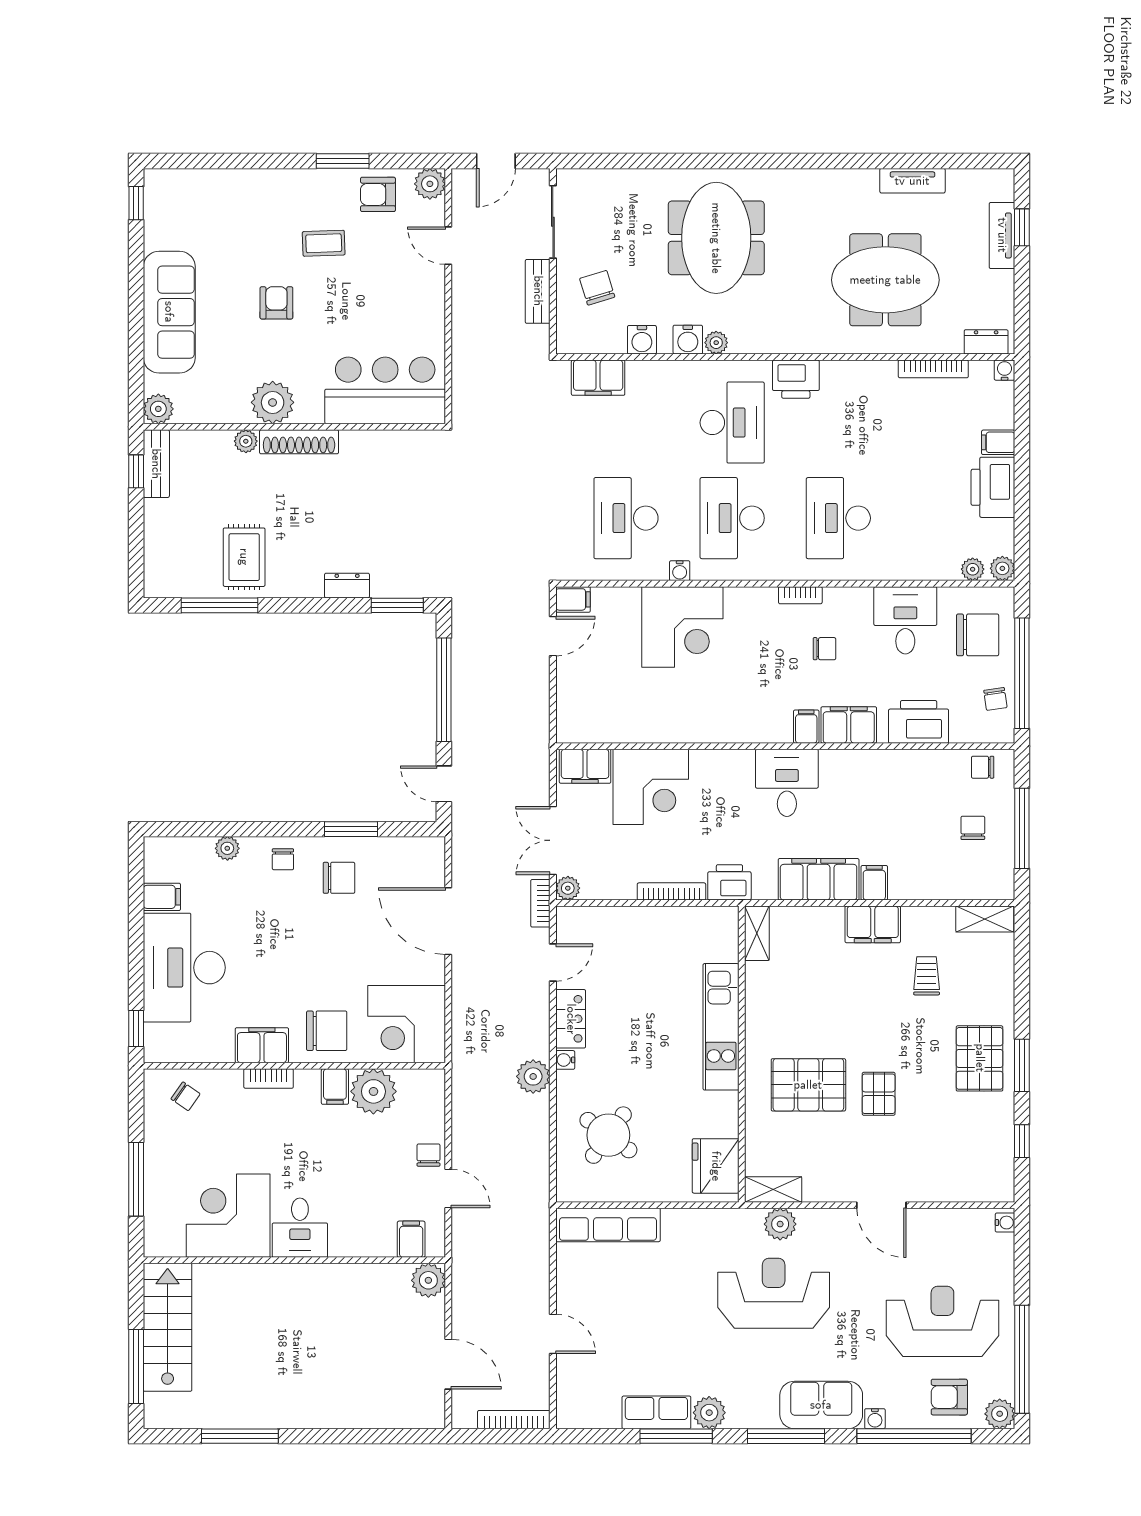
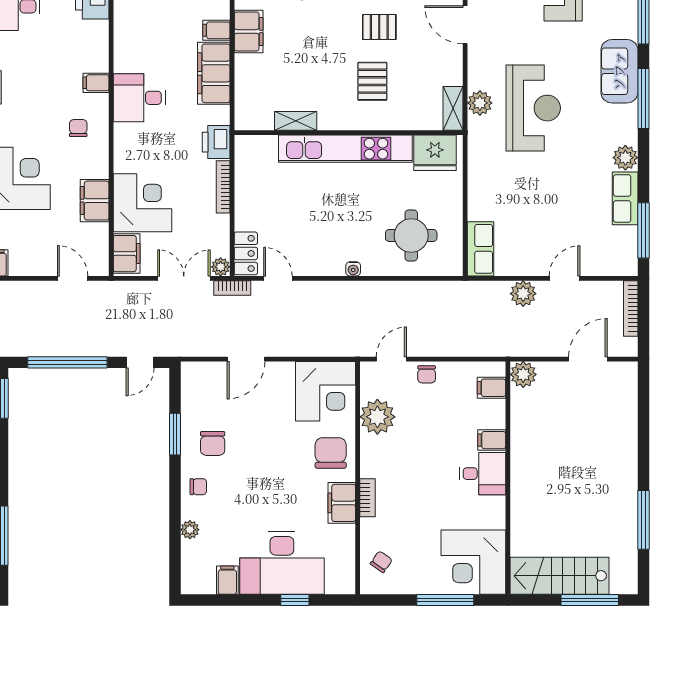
door: (553, 636) -> (73, 278), moved
chair: (825, 649) -> (78, 128), moved
filing cabinet: (849, 725) -> (95, 201), moved
double door: (553, 840) -> (184, 278), swing flipped
chair: (339, 878) -> (213, 443), turned 180
door: (448, 921) -> (246, 359), width x0.73
shelving: (757, 933) -> (296, 121), moved
locker: (571, 1019) -> (246, 253), moved, turned 90
kitchen unit: (721, 1027) -> (345, 149), width x1.36
window: (136, 1028) -> (295, 600), moved
plant: (533, 1076) -> (523, 294), moved
pallet: (808, 1085) -> (372, 81), width x0.67, depth x0.71
filing cabinet: (335, 1087) -> (492, 440), moved, turned 180
round table: (608, 1135) -> (411, 235), turned -36
chair: (428, 1155) -> (427, 374), turned -90
door: (448, 1188) -> (391, 359), moved
door: (881, 1205) -> (465, 25), swing flipped
corner desk: (228, 1216) -> (473, 562), moved
row of seats: (608, 1225) -> (480, 249), width x0.68
reception desk: (774, 1293) -> (533, 108), turned 180
water cooler: (875, 1419) -> (630, 30), removed
window: (676, 1436) -> (643, 230), moved

